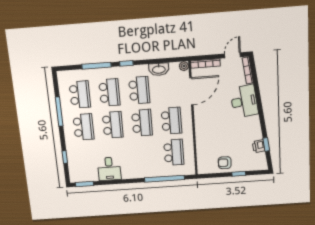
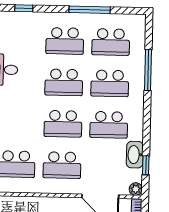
window: (126, 63) -> (146, 165), moved

